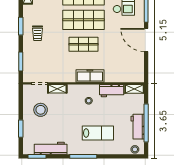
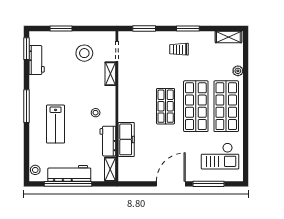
freezer: (90, 76) -> (126, 139), moved
workbench: (138, 127) -> (69, 173), width x1.38
workbench: (51, 148) -> (37, 60), width x0.73

